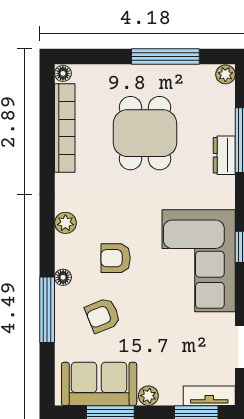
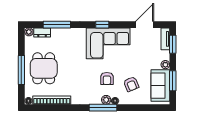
window: (165, 56) -> (21, 70), moved
dining table: (145, 133) -> (44, 68), moved, turned 90
dresser: (224, 155) -> (42, 32), moved
plant: (65, 223) -> (106, 100), moved
window: (47, 310) -> (103, 108), moved

